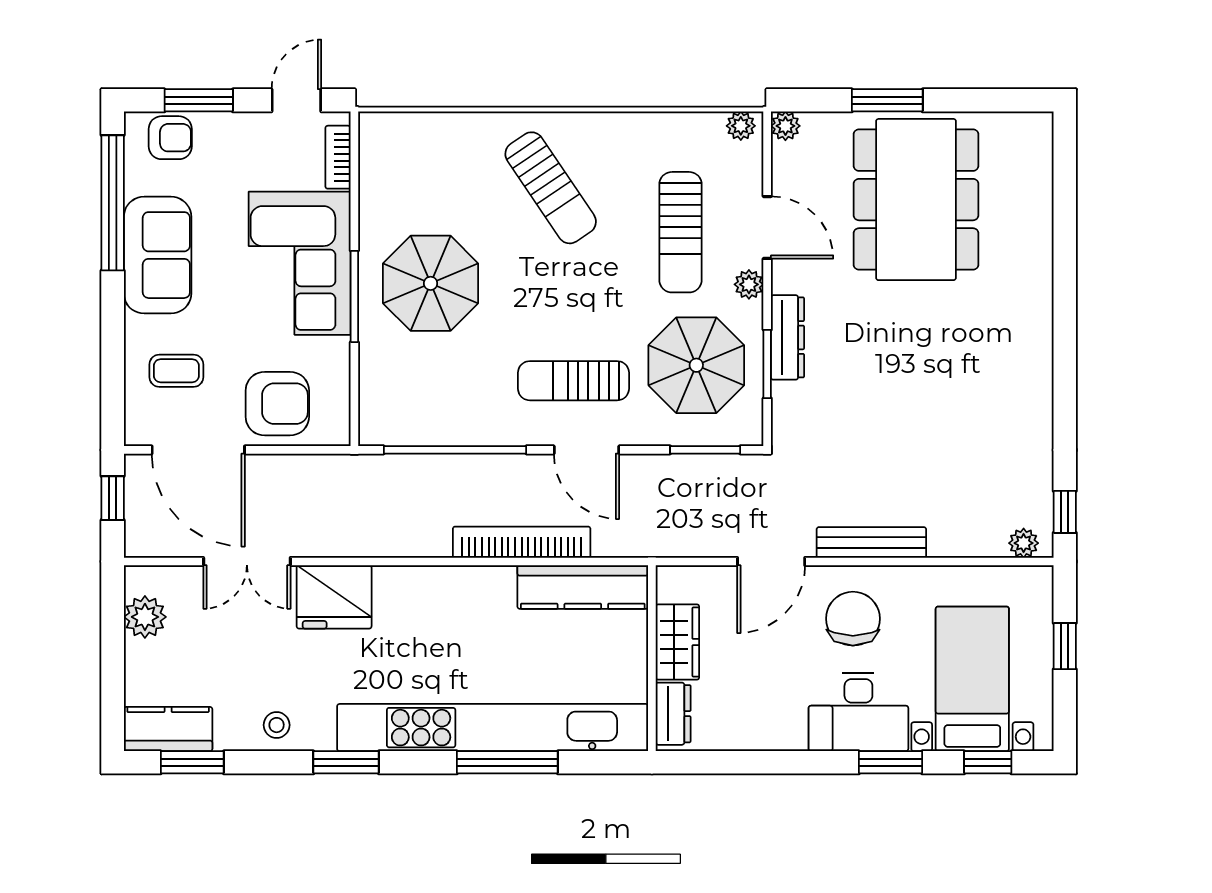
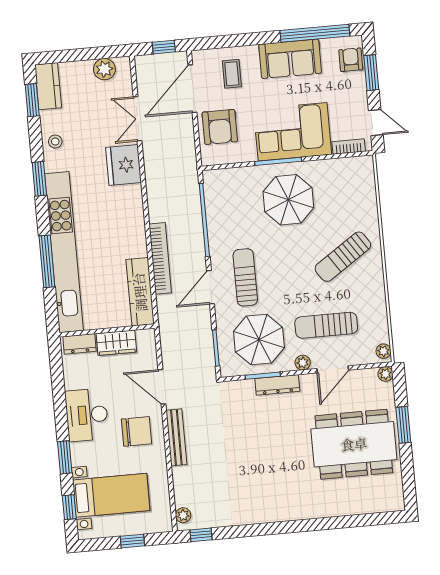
armchair: (170, 138) -> (351, 60), turned 180
desk: (858, 712) -> (87, 415), moved

